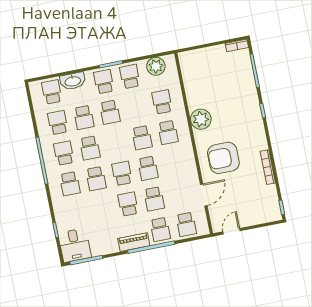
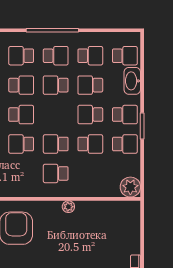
plant: (156, 66) -> (130, 187), moved
school desk: (162, 102) -> (90, 144), moved
plant: (201, 119) -> (68, 207), width x0.53, depth x0.53
school desk: (96, 179) -> (21, 85), turned 180

